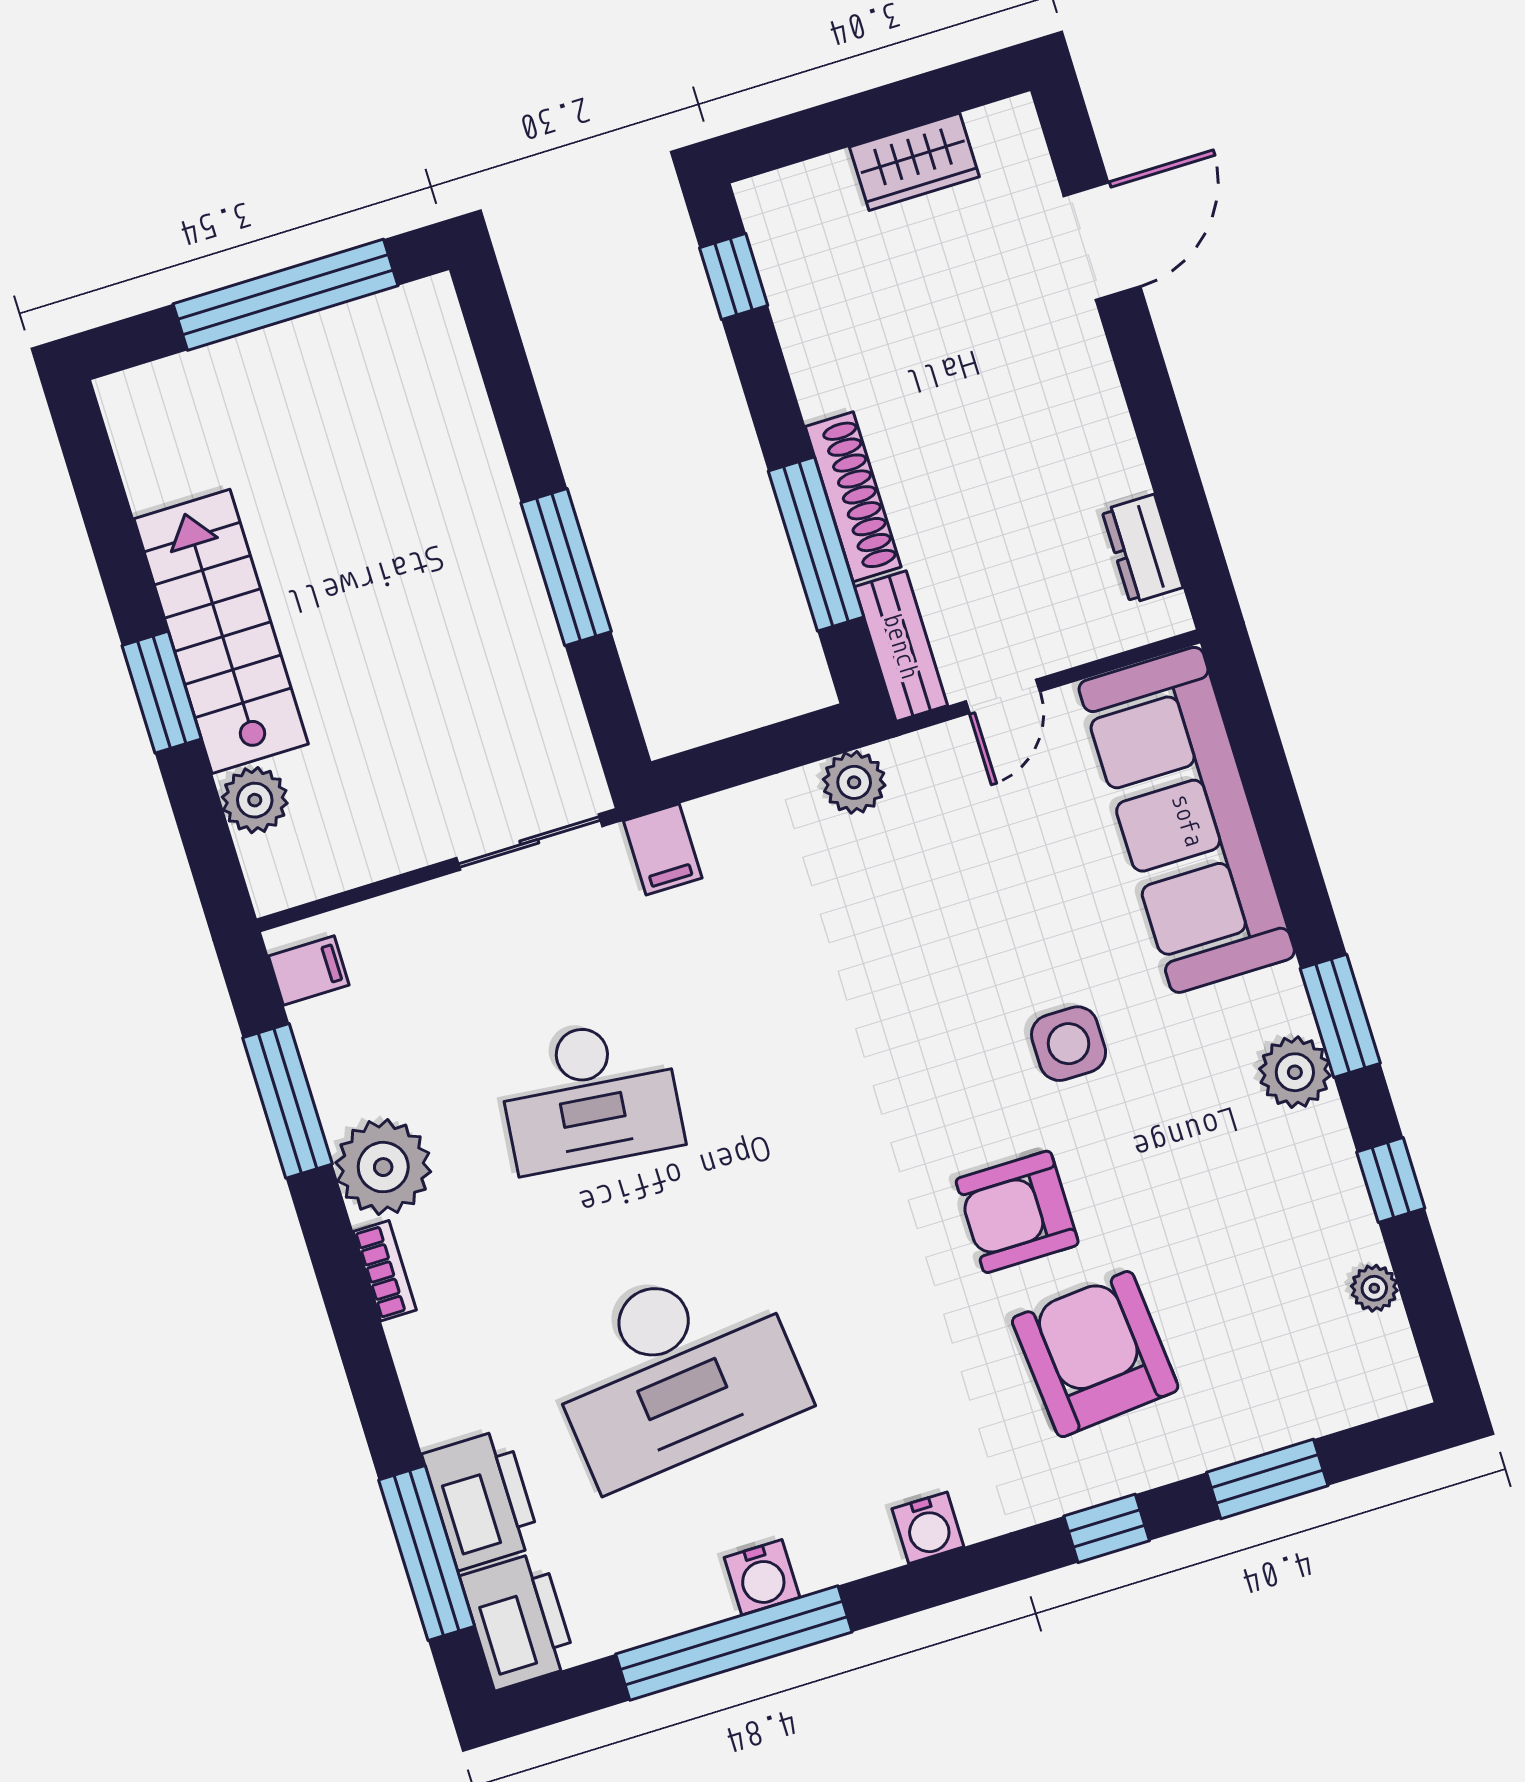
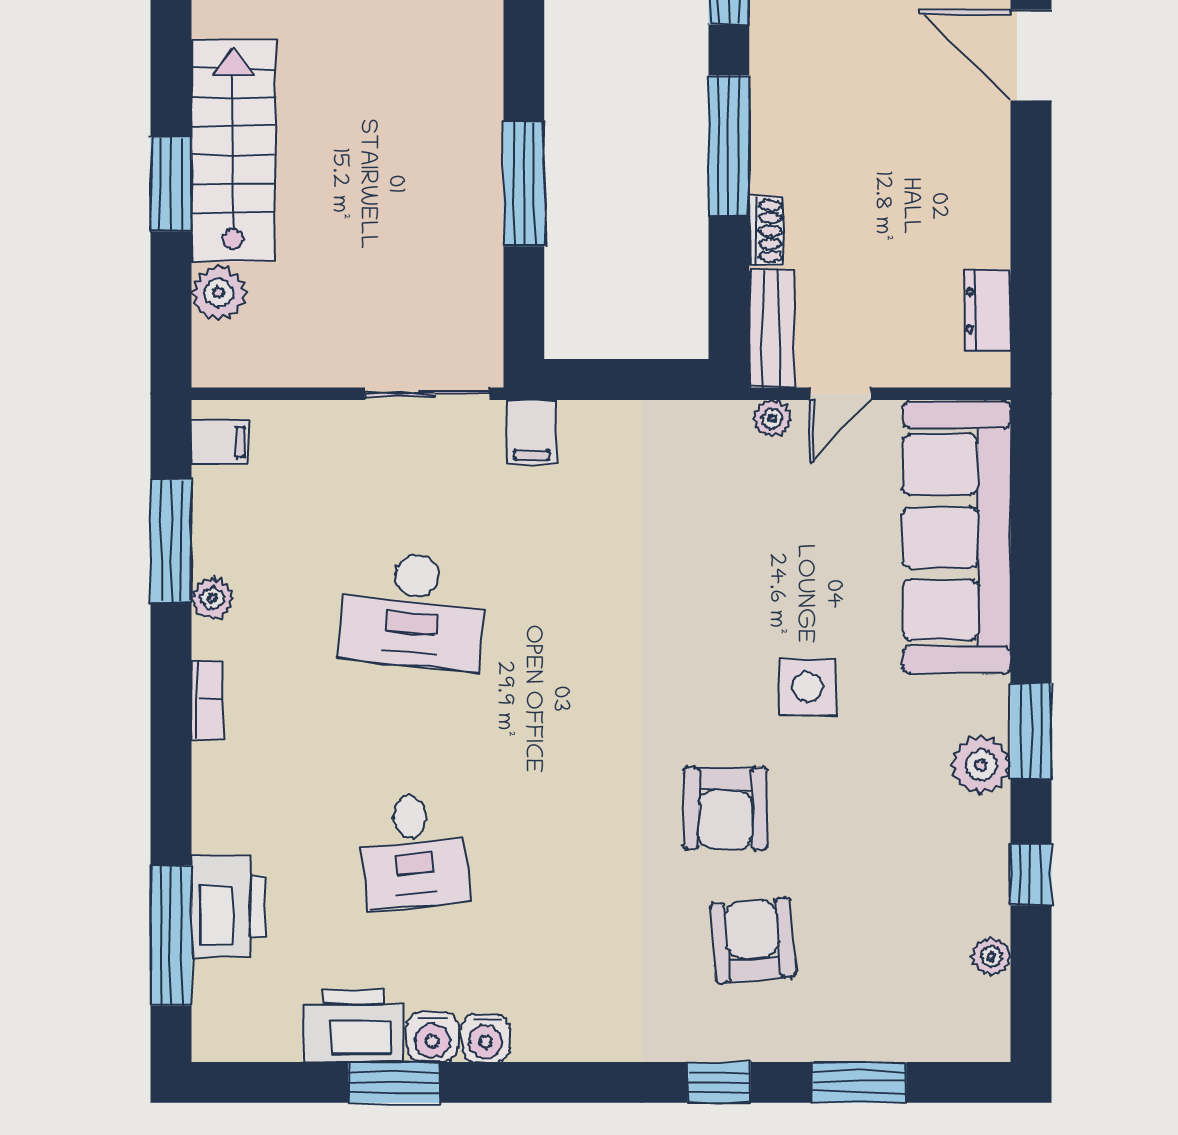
door: (1102, 241) -> (1031, 55), swing flipped
shoe rack: (853, 497) -> (766, 231), width x0.51, depth x0.81
window: (816, 544) -> (729, 145), moved
plant: (854, 782) -> (772, 419), moved, width x0.73, depth x0.73
plant: (383, 1167) -> (213, 598), width x0.53, depth x0.53
armchair: (1017, 1212) -> (725, 808), turned -90
armchair: (1095, 1354) -> (753, 941), width x0.73, depth x0.73
desk: (675, 1371) -> (413, 851), width x0.53, depth x0.77
water cooler: (928, 1528) -> (486, 1038), moved
printer: (518, 1621) -> (353, 1026), moved, turned -90
window: (734, 1643) -> (394, 1082), width x0.47

